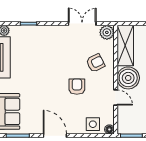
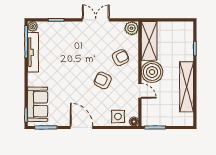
double door: (82, 24) -> (96, 20), moved
armchair: (77, 87) -> (103, 80), turned -65

